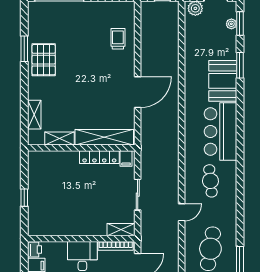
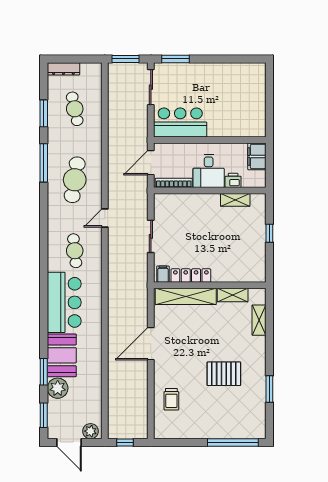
plant: (231, 24) -> (58, 388), moved, width x1.88, depth x1.88
pallet: (44, 60) -> (224, 374), moved, turned 90
shelving: (121, 230) -> (235, 200), moved
printer: (35, 250) -> (233, 180), moved, turned 90

